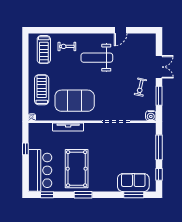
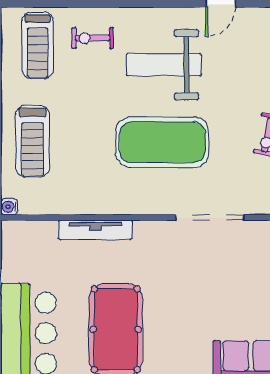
treadmill: (42, 90) -> (32, 141), turned 180
exercise mat: (75, 101) -> (162, 142), moved

